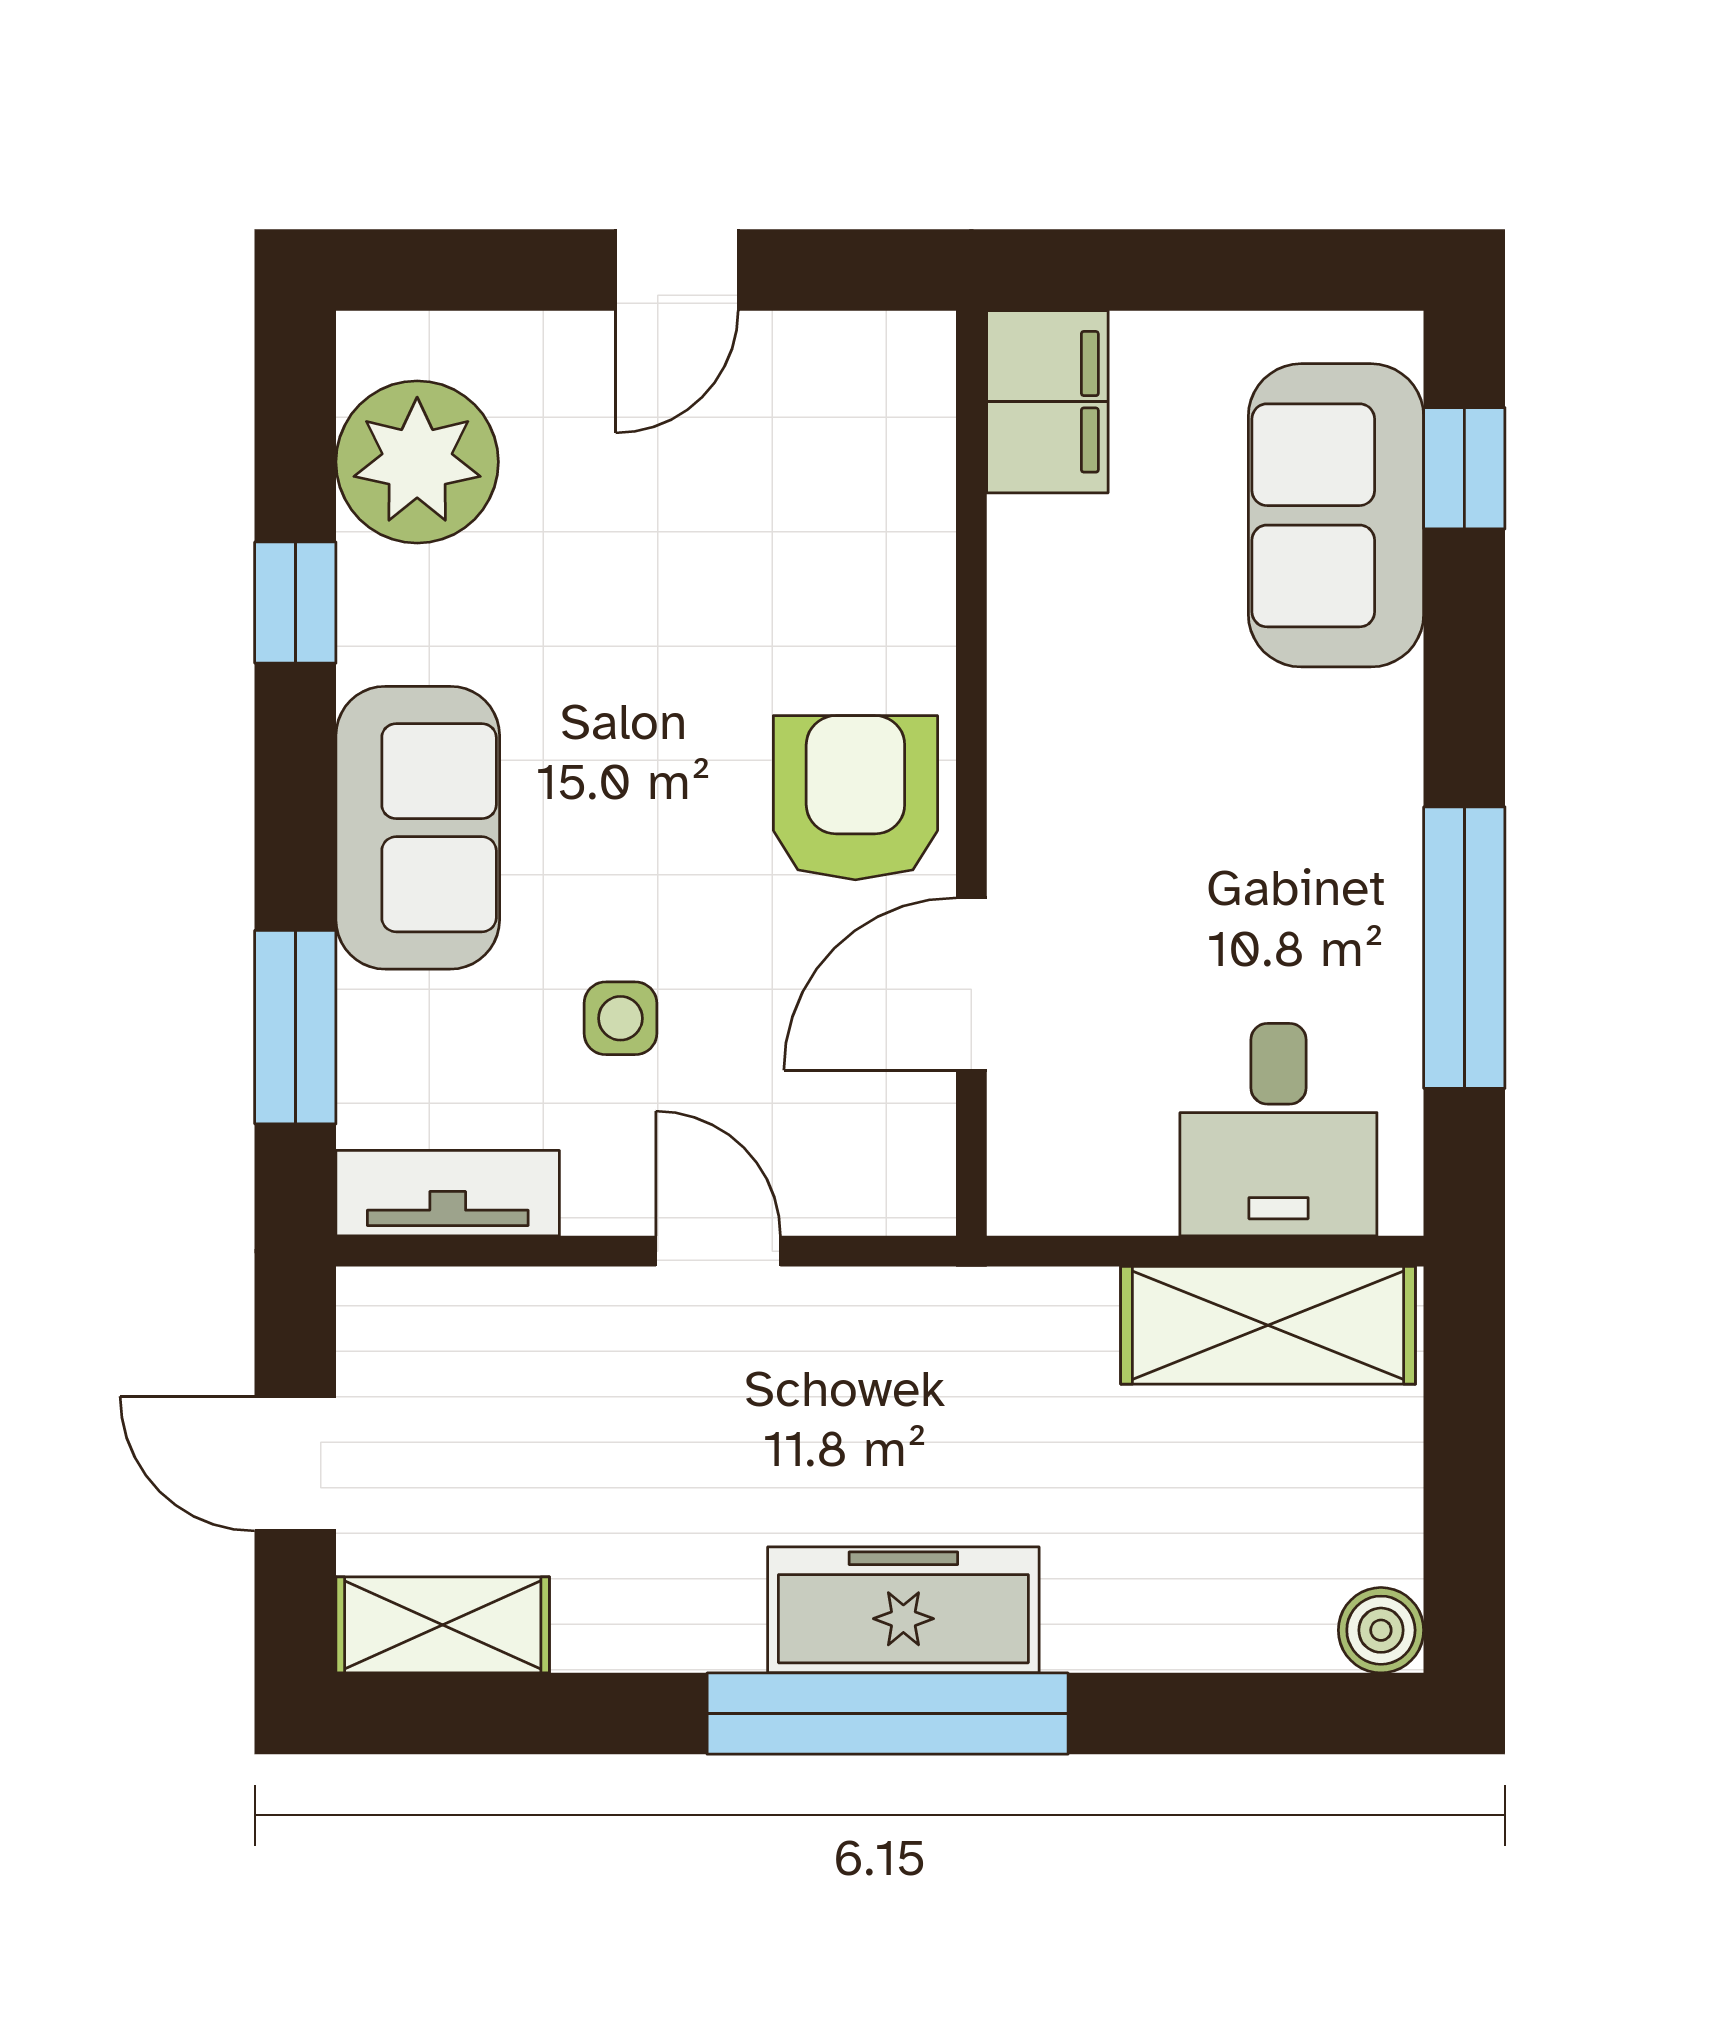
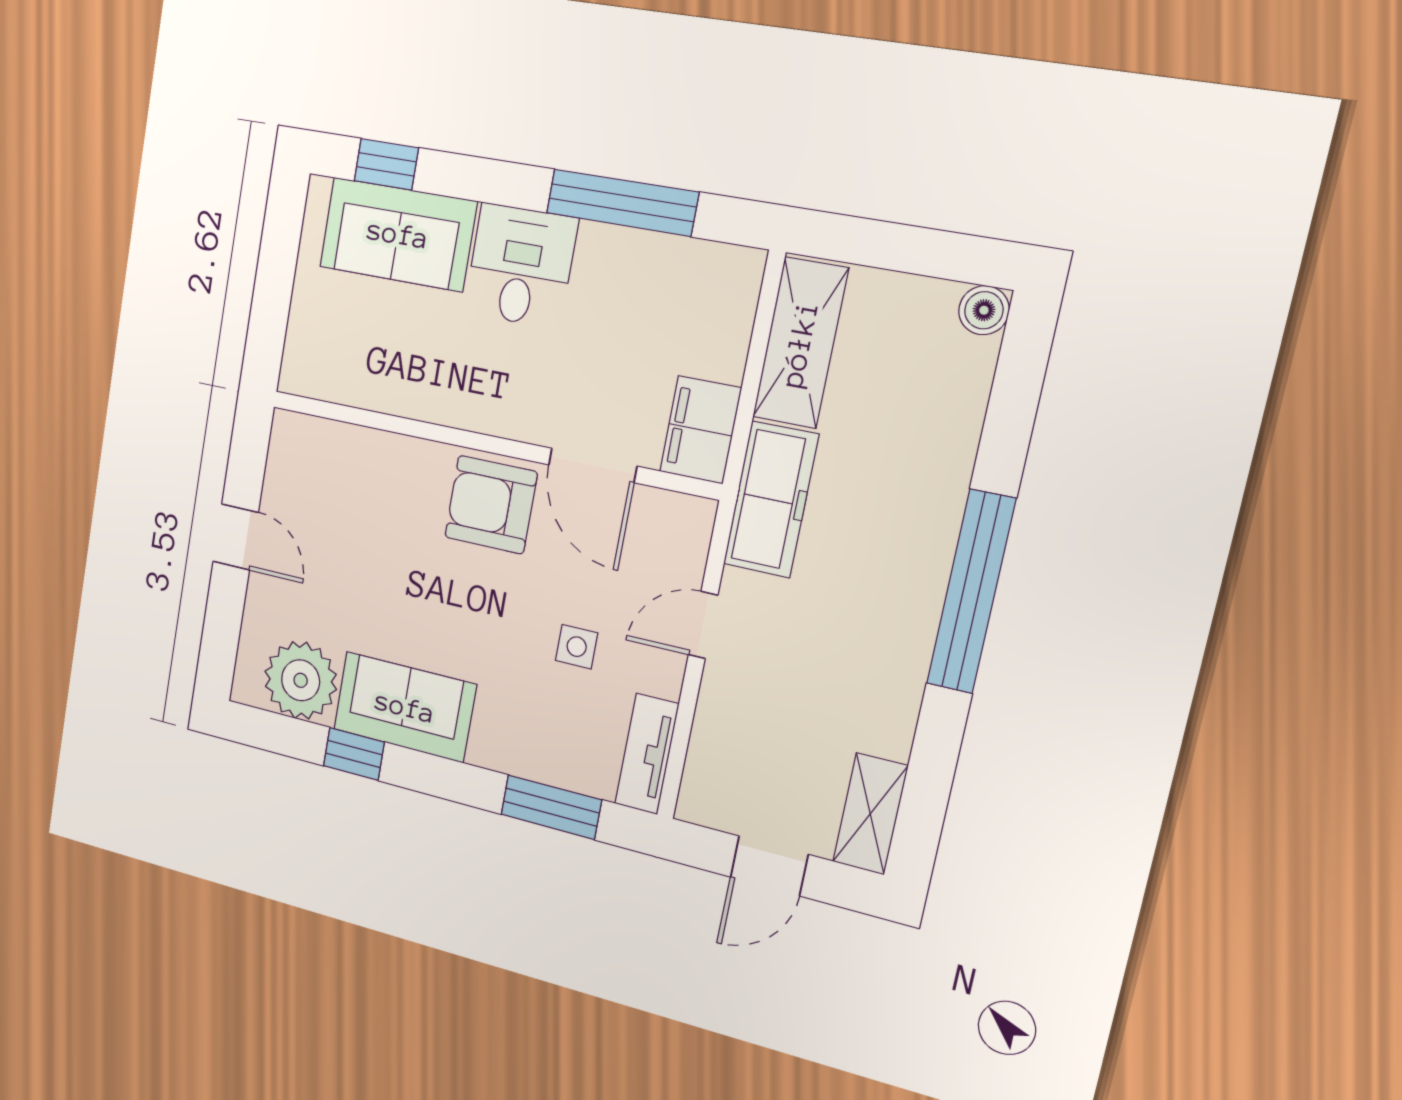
filing cabinet: (1047, 402) -> (700, 430), moved, turned -90
sofa: (418, 828) -> (405, 707), moved
desk: (1278, 1130) -> (521, 266), moved, turned -90
freezer: (903, 1610) -> (771, 500), moved, turned 180

